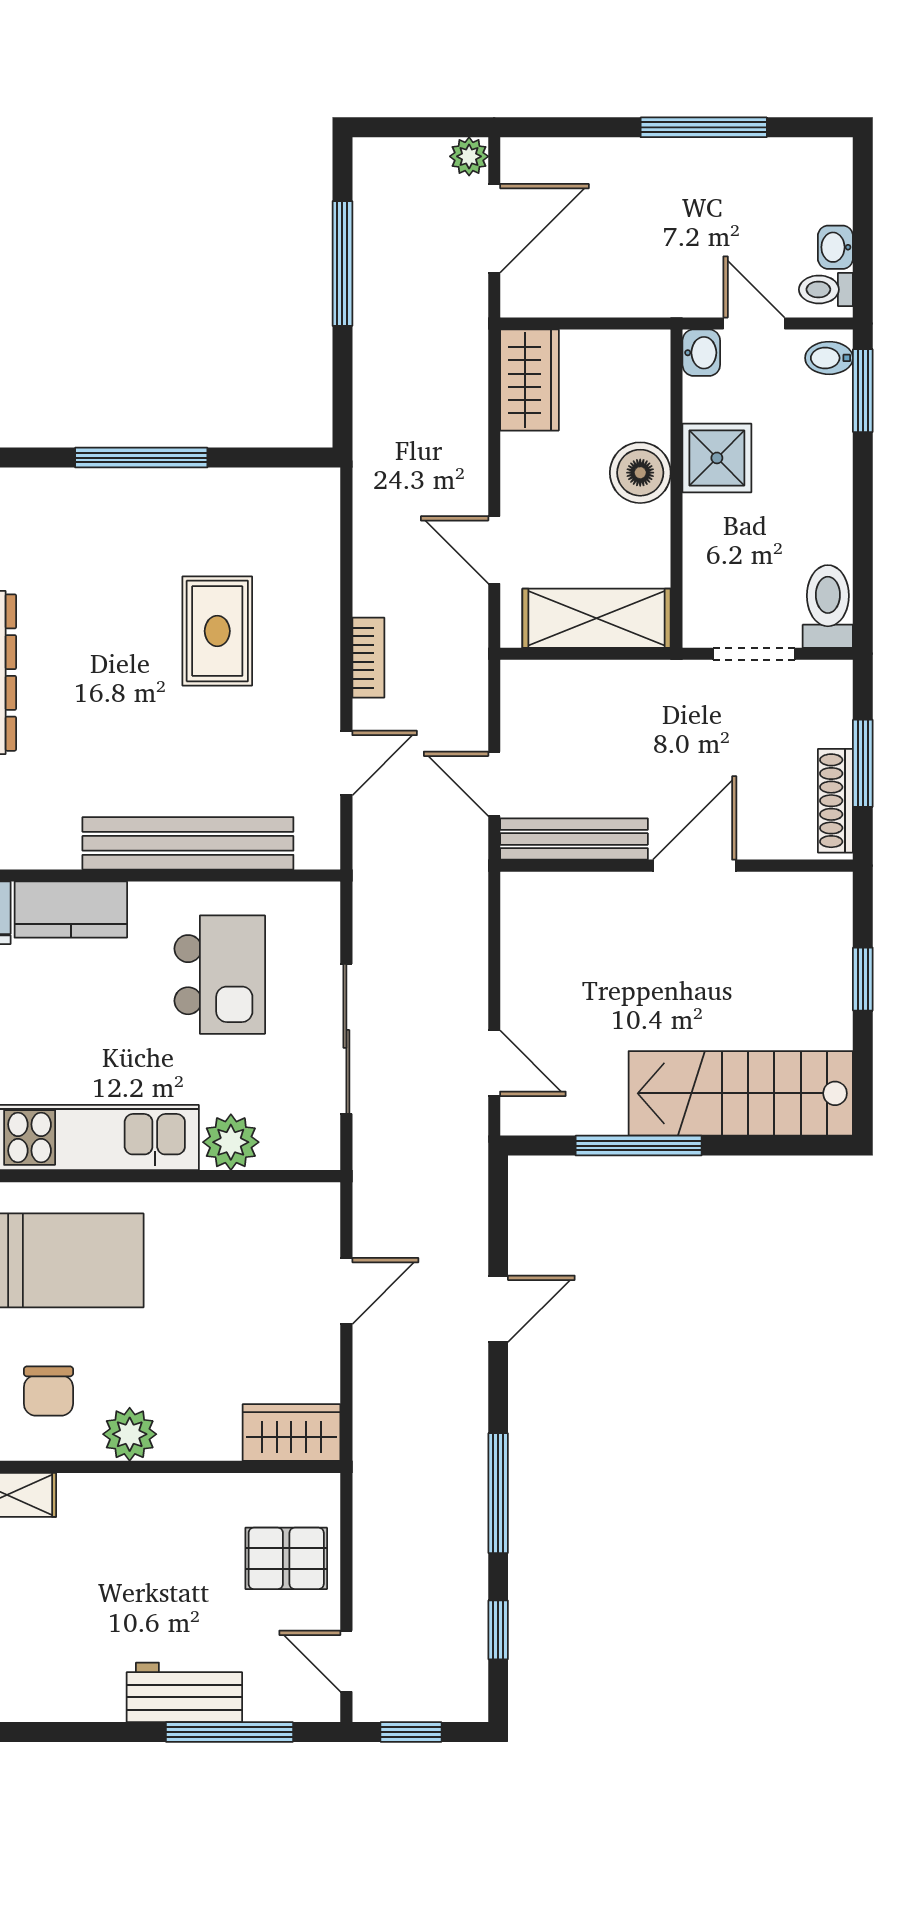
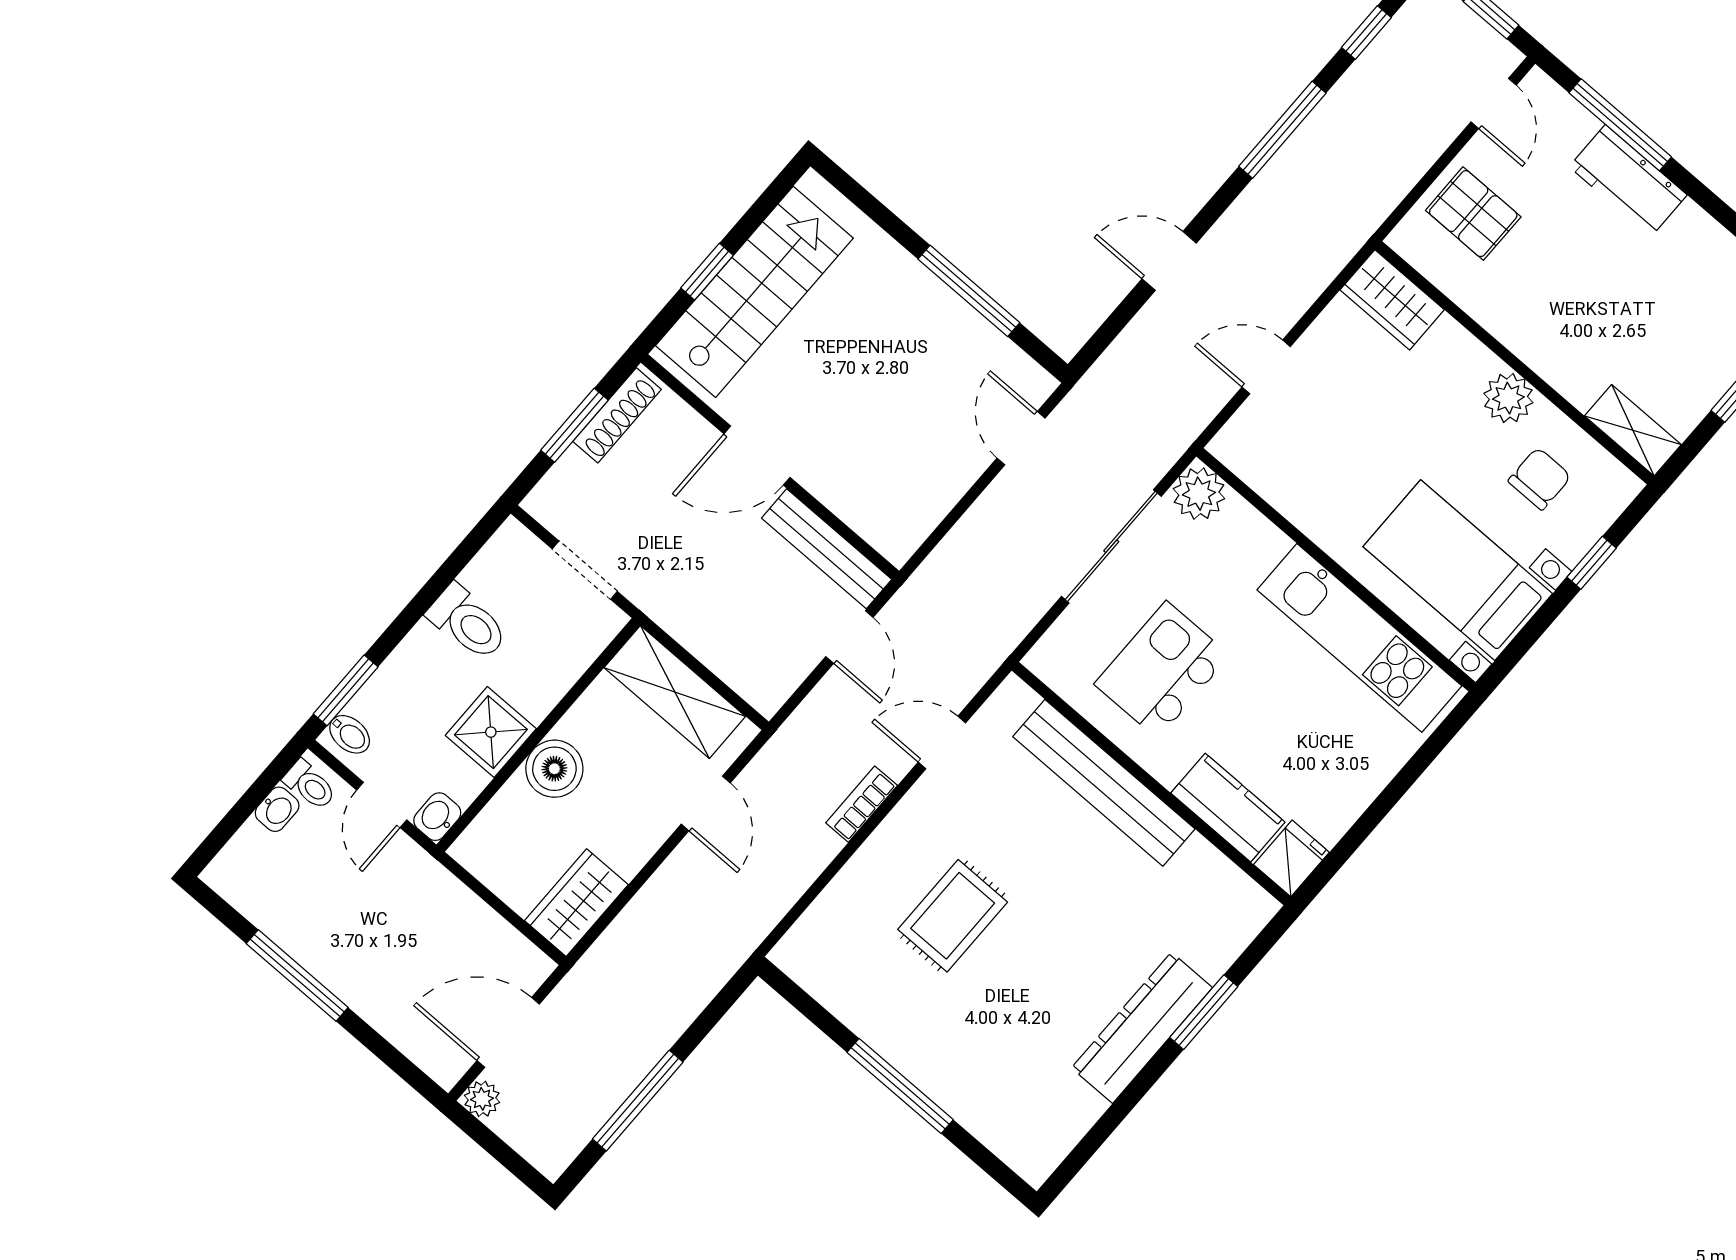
toilet: (828, 606) -> (468, 623), moved, turned -90
stairs: (741, 1093) -> (754, 292), moved, turned -90
plant: (231, 1142) -> (1199, 494), moved

